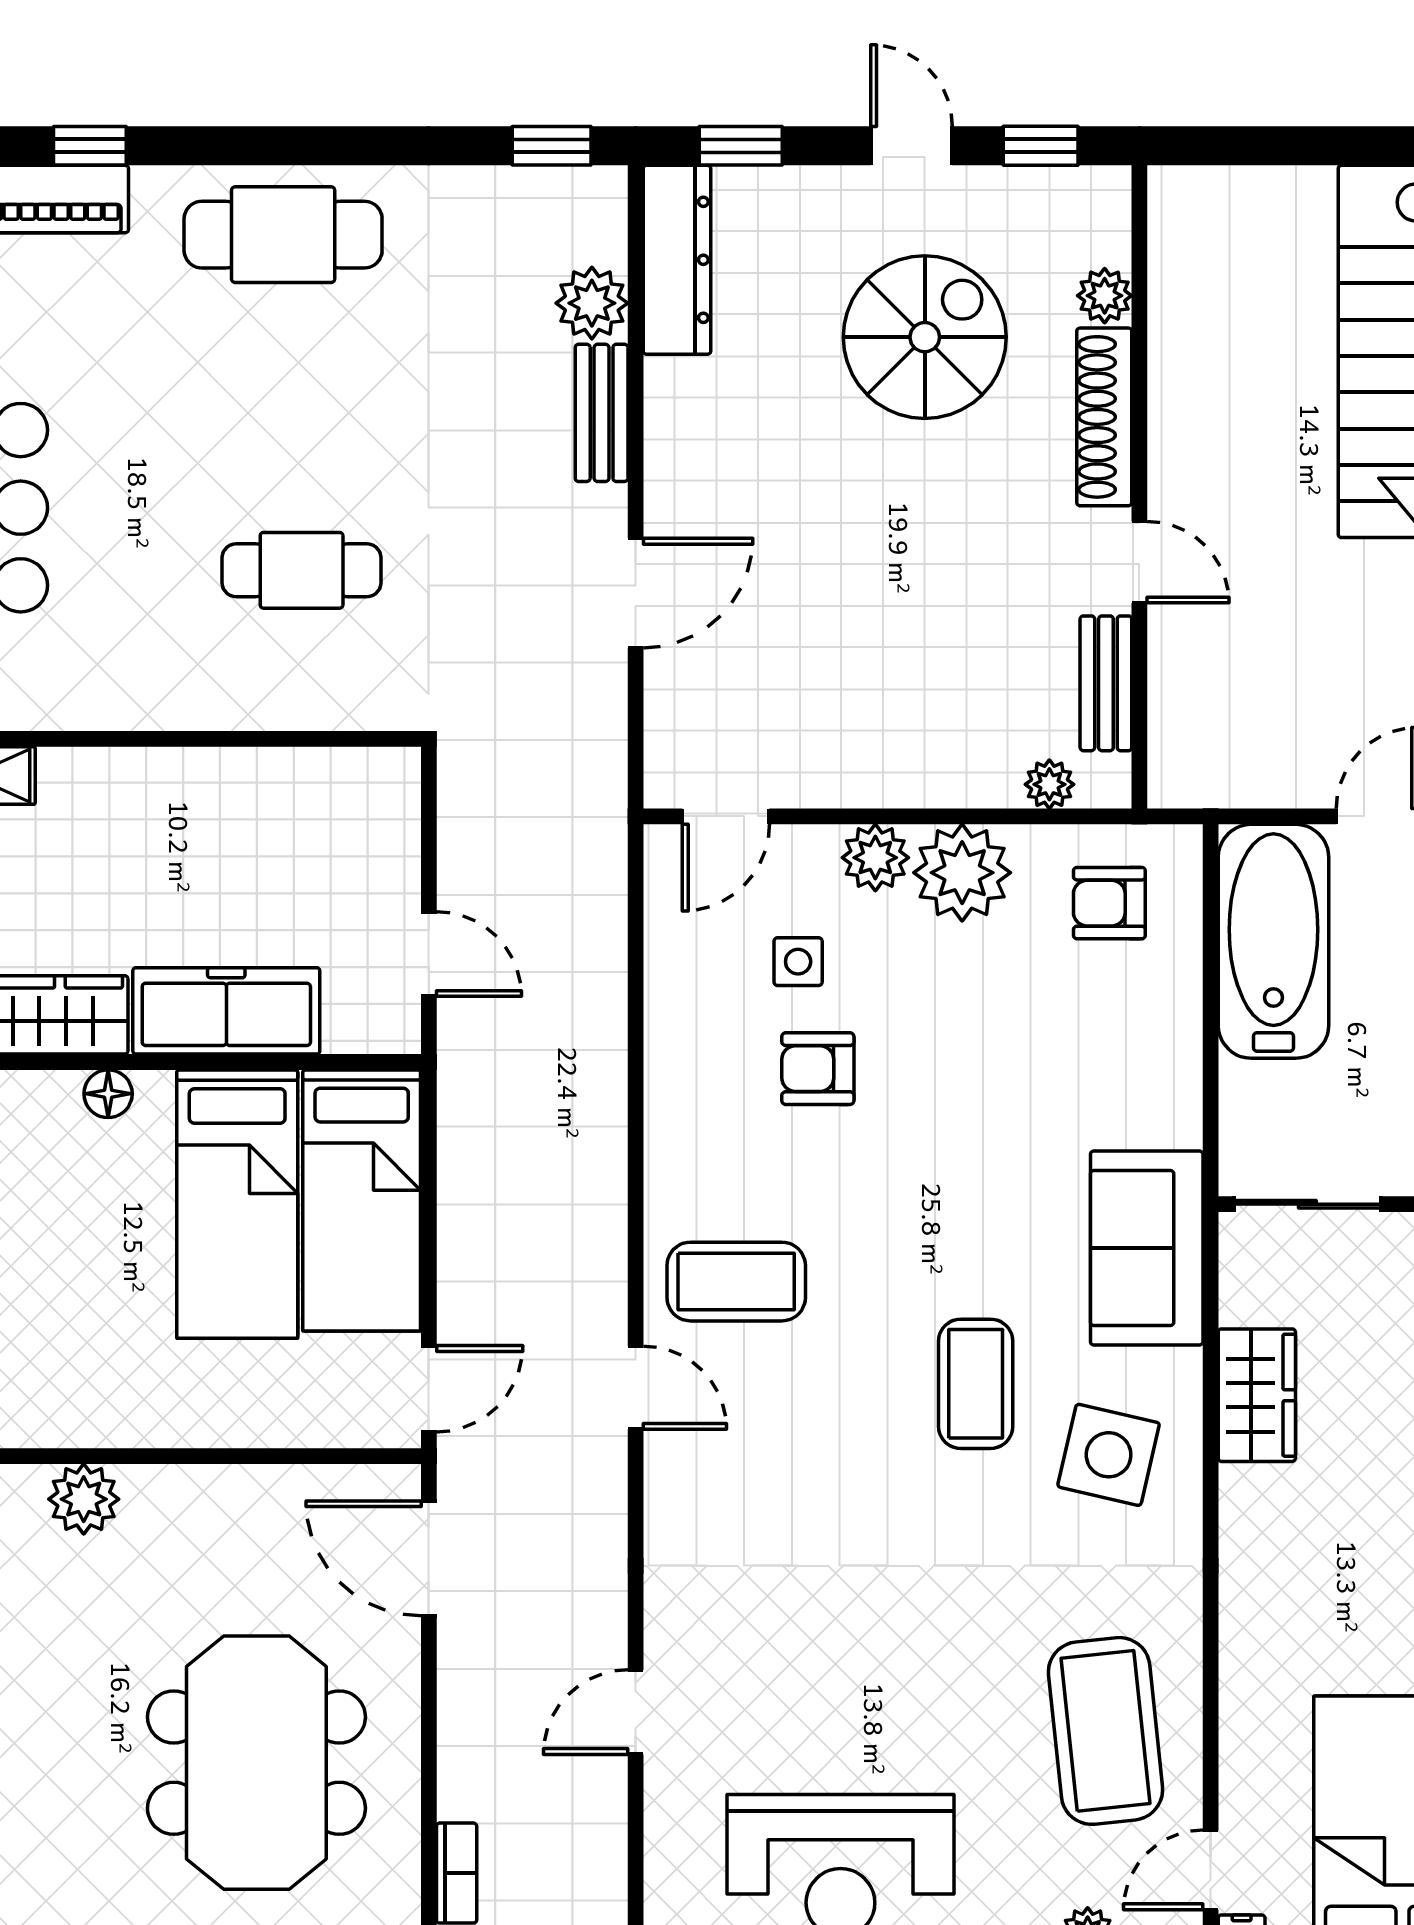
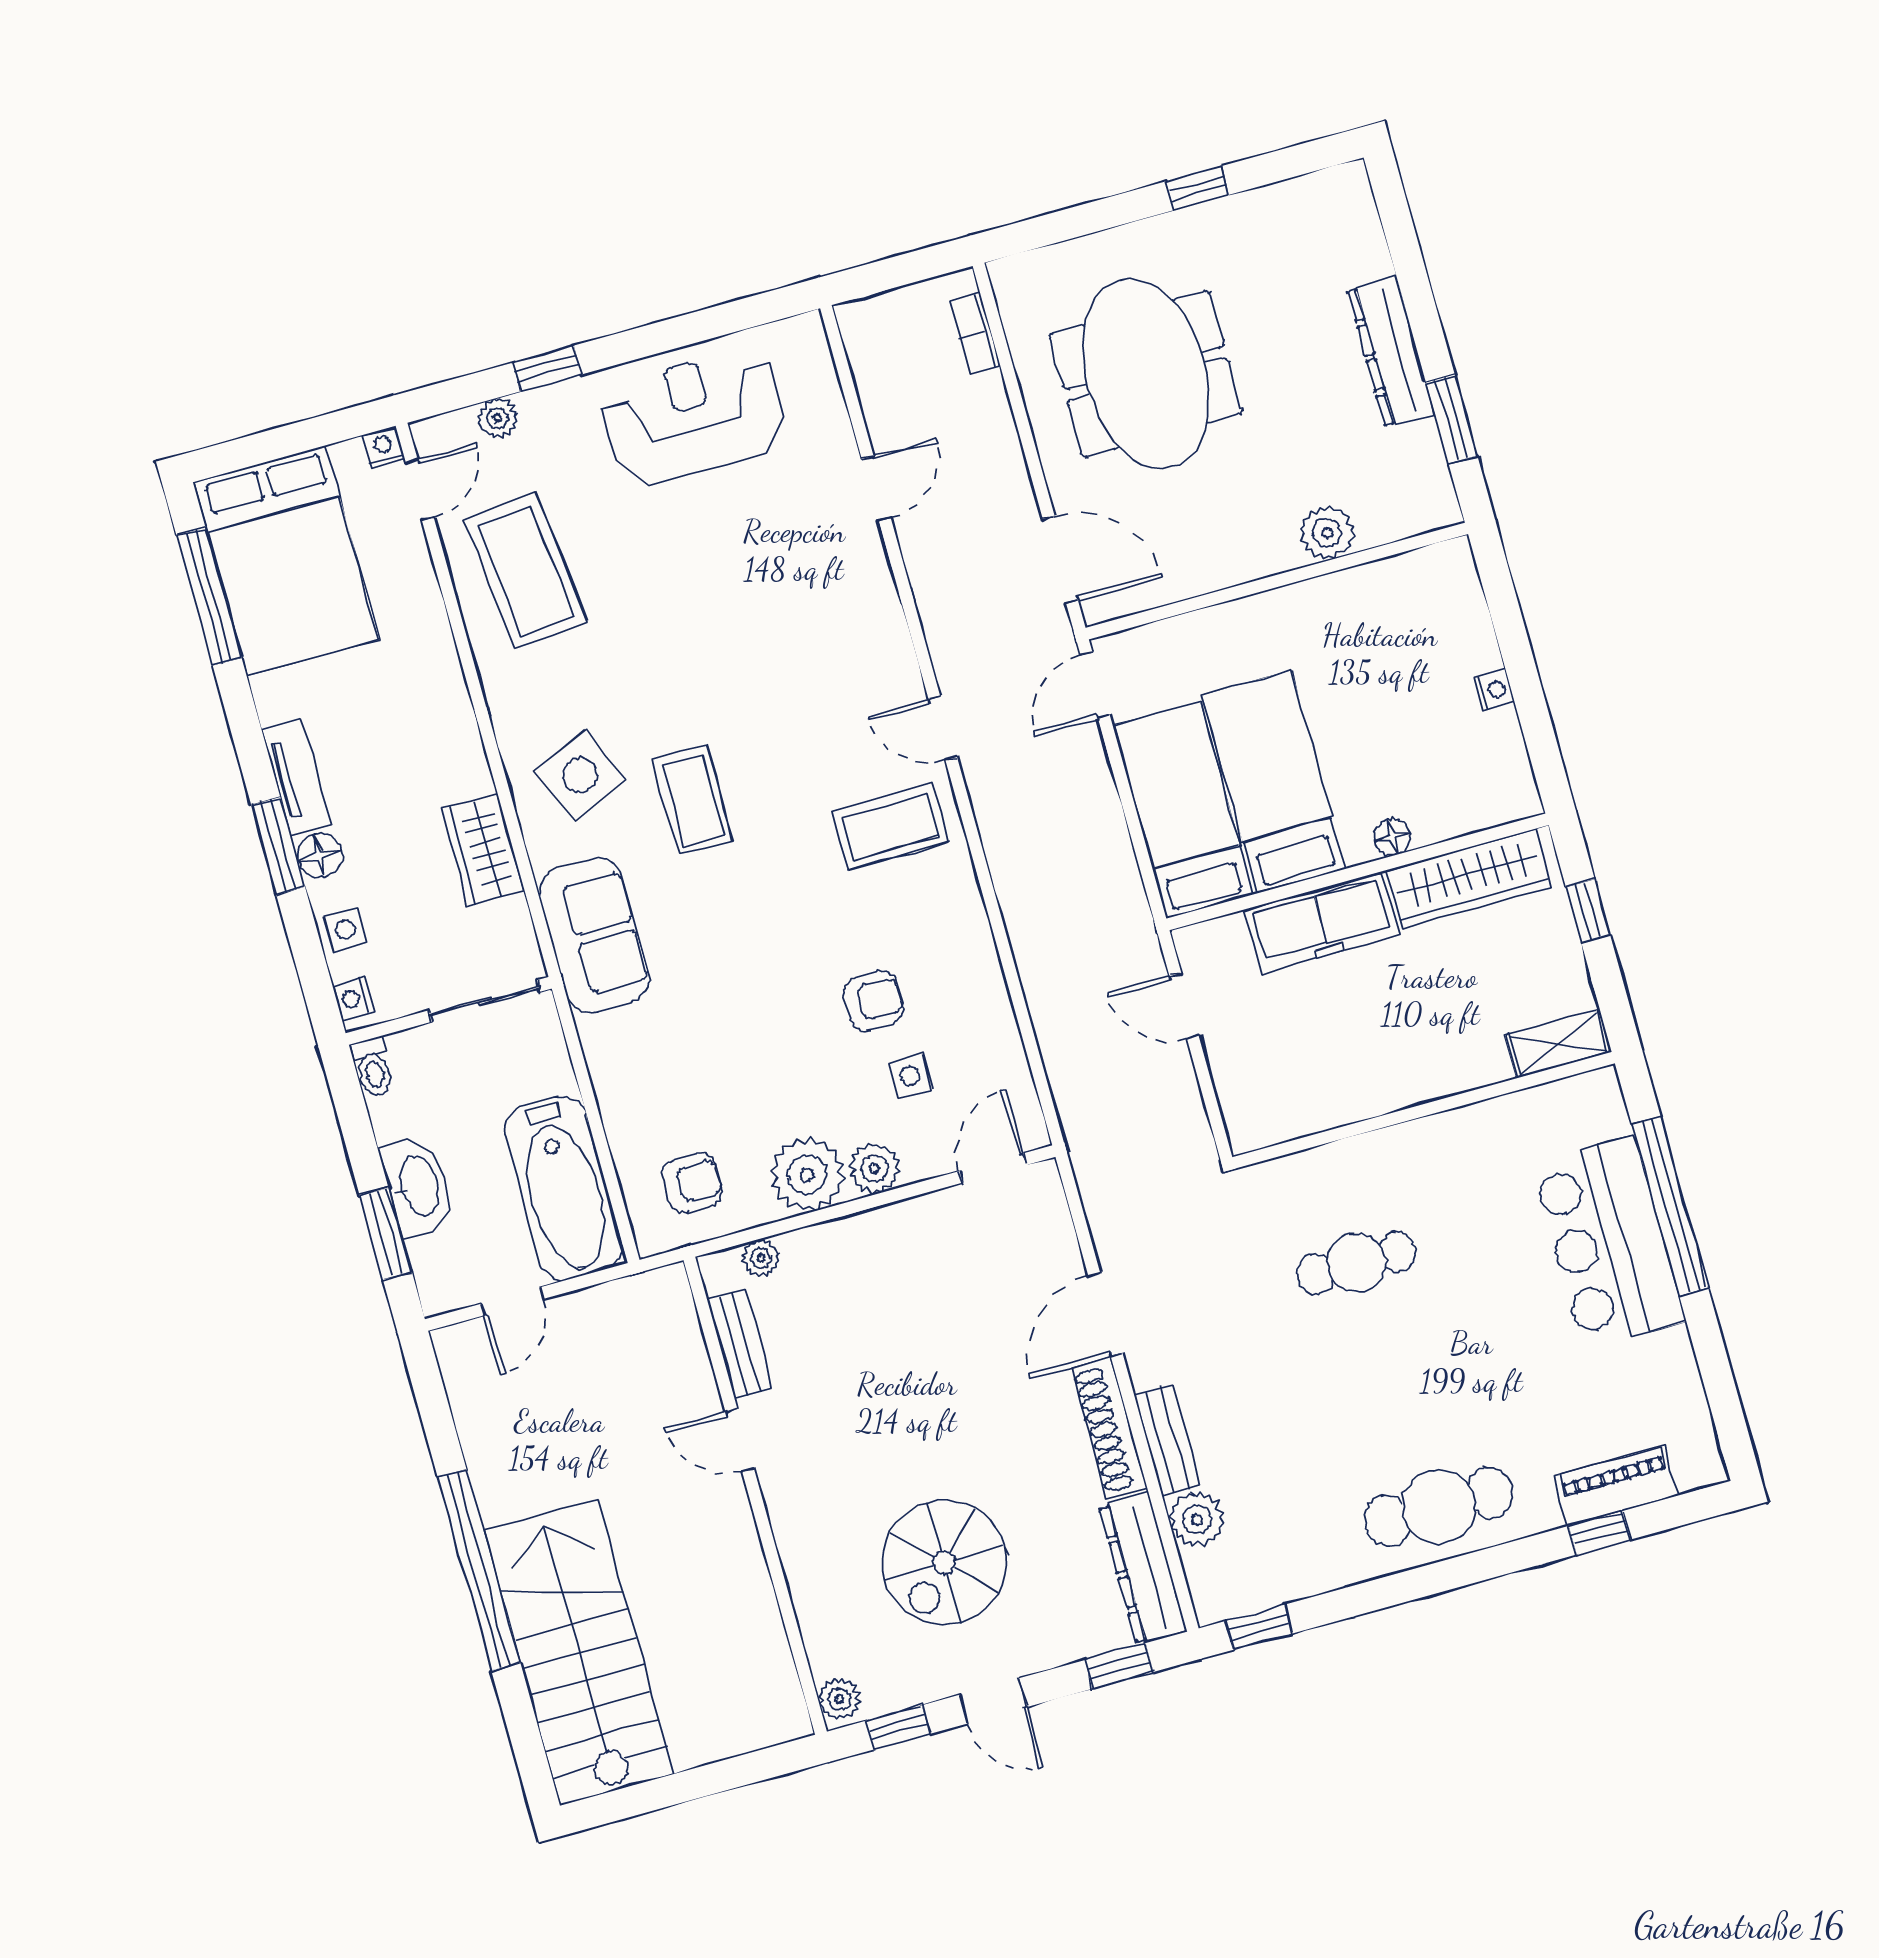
plant: (1105, 296) -> (839, 1699), moved
shoe rack: (1104, 417) -> (1109, 1428), moved, turned 180
side table: (1109, 1455) -> (580, 775), turned -36

